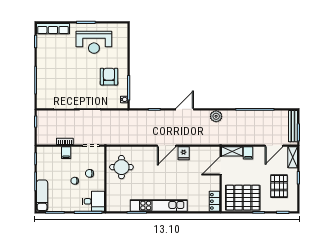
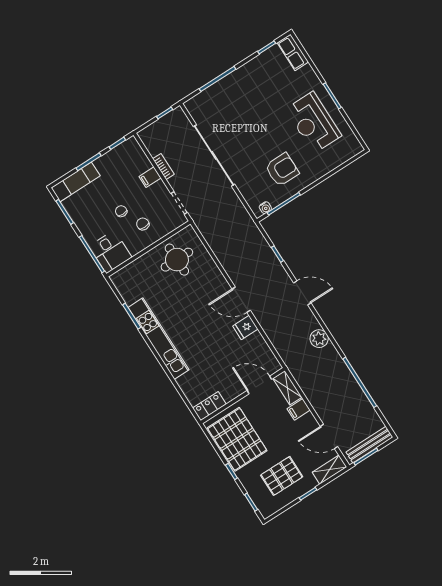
row of seats: (53, 29) -> (293, 52), width x0.68

